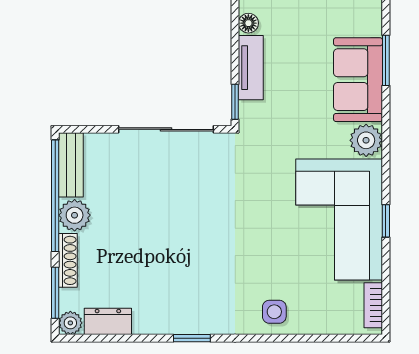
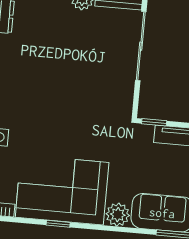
sliding door: (166, 129) -> (141, 46), moved

